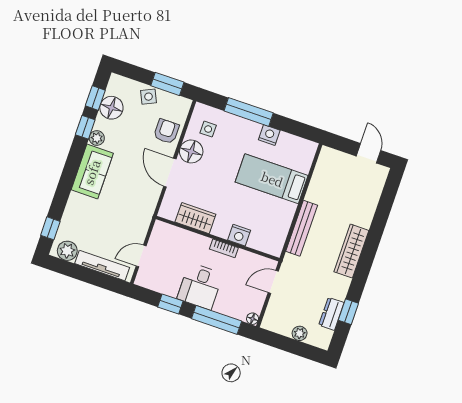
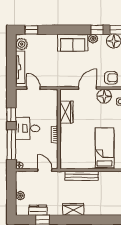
nightstand: (239, 235) -> (65, 141), removed
wardrobe: (351, 251) -> (73, 209), width x0.67

